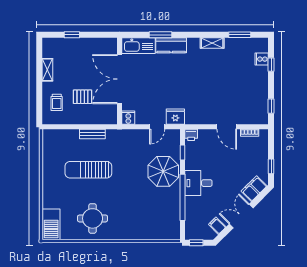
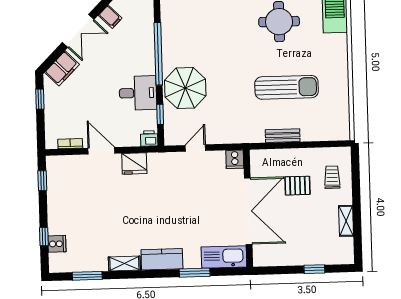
kitchen counter: (171, 45) -> (162, 259), moved
fridge: (175, 117) -> (134, 164), moved
desk: (198, 183) -> (138, 93), moved

